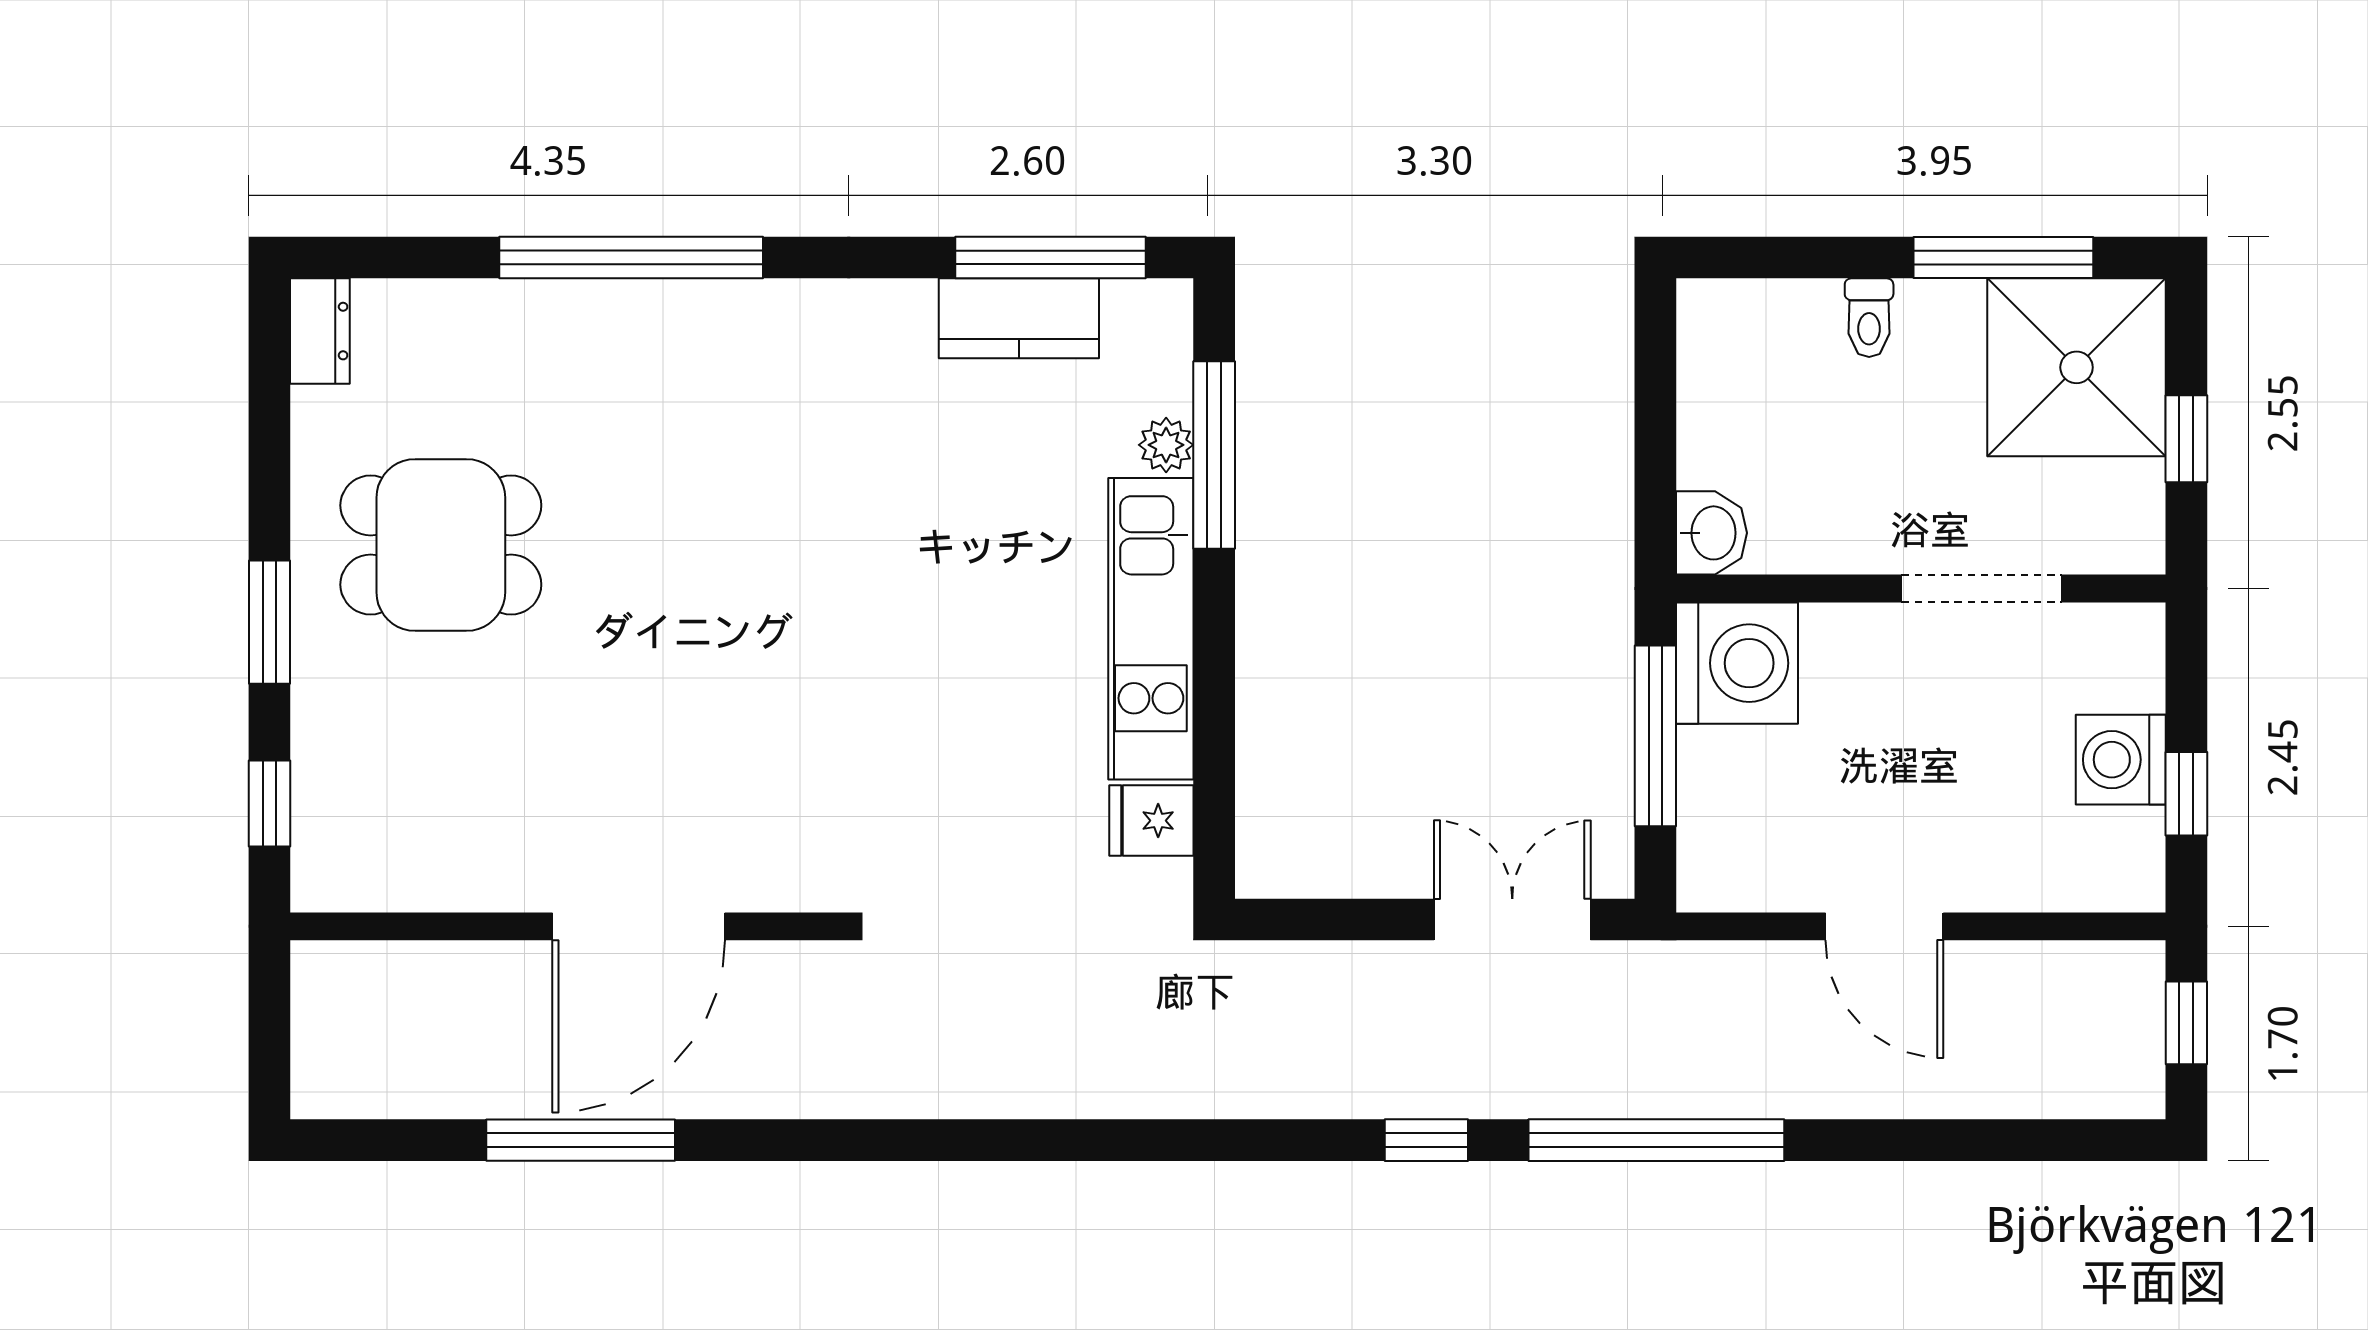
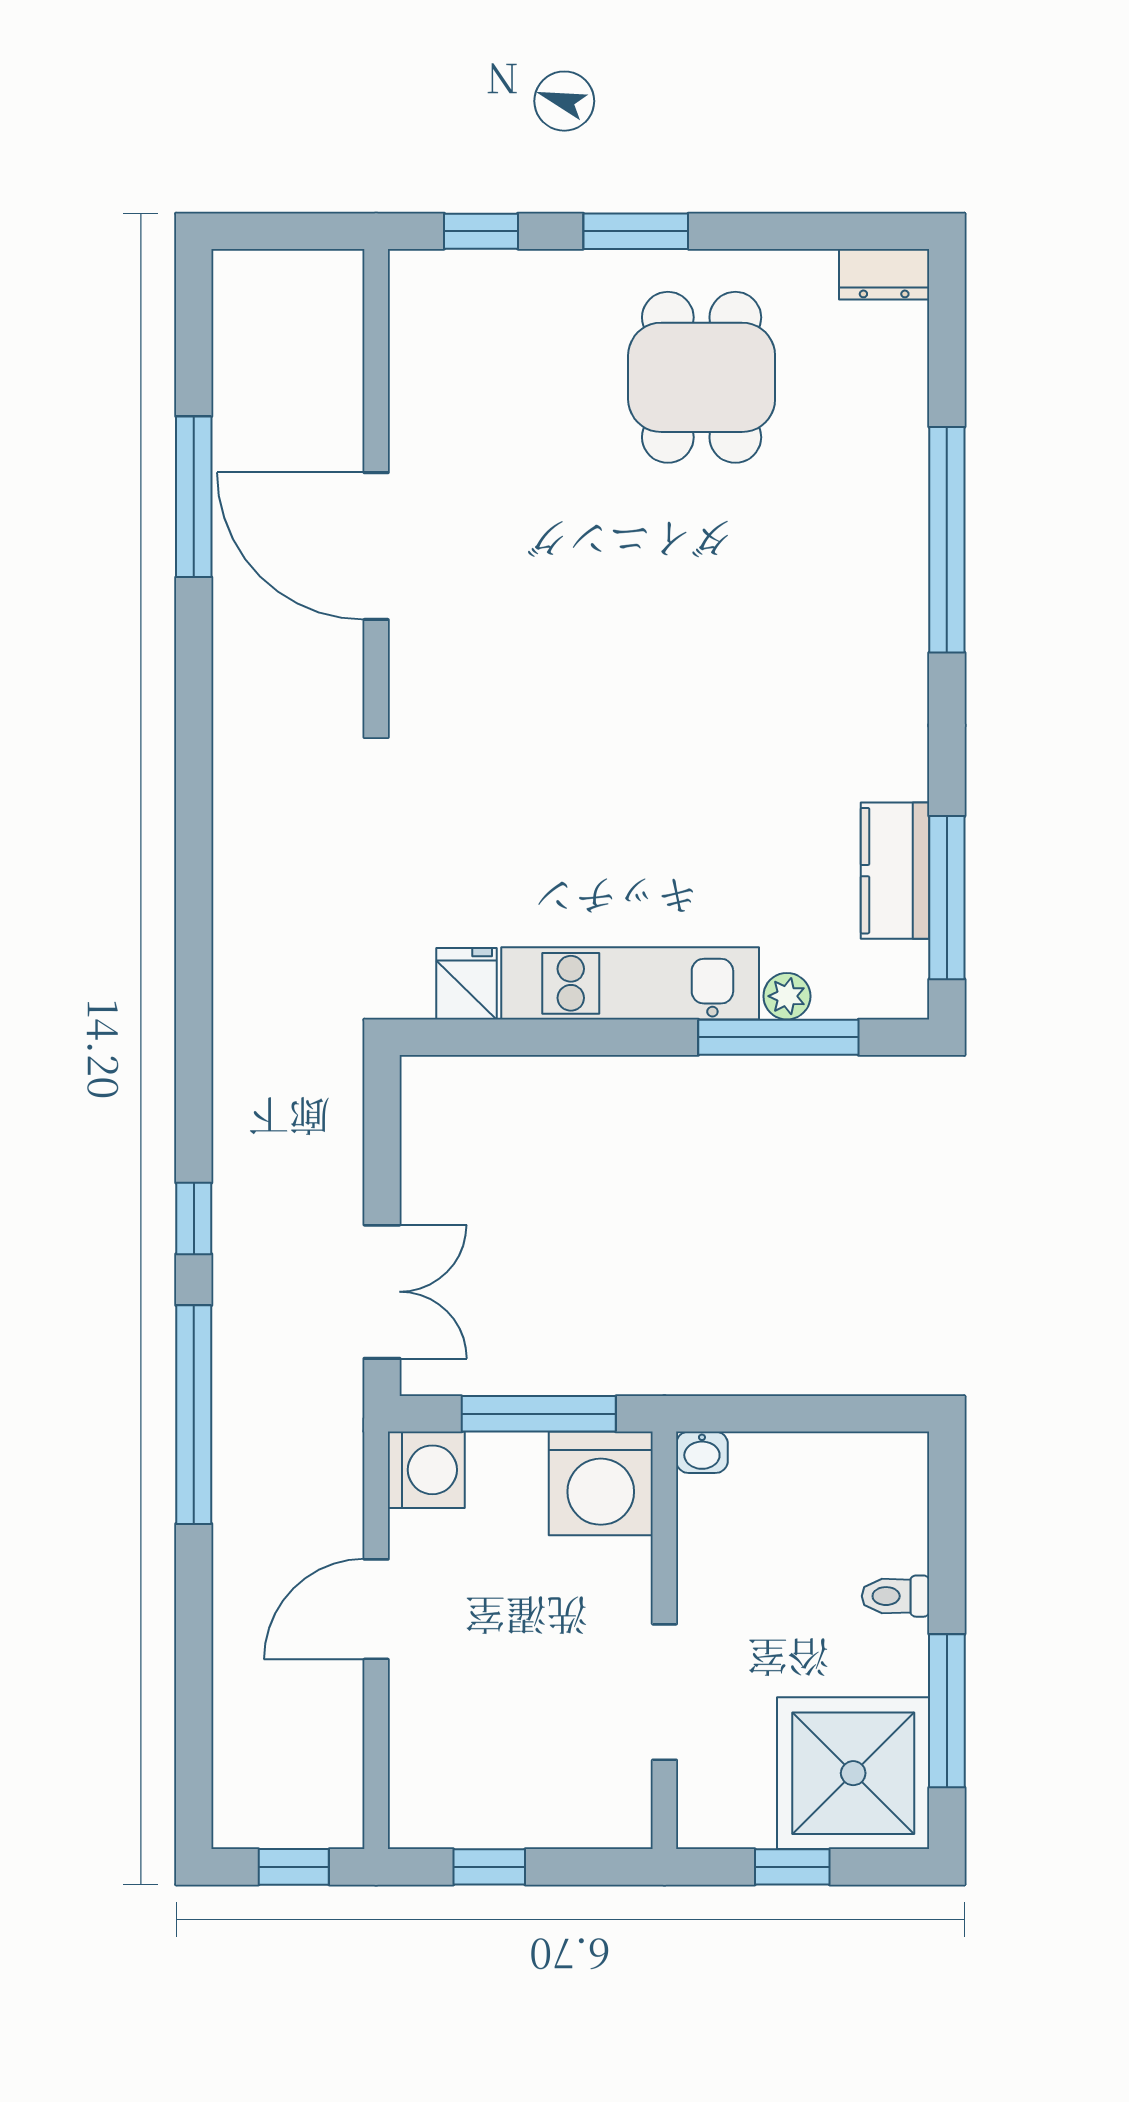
washbasin: (1711, 533) -> (702, 1452), width x0.72, depth x0.69
washing machine: (2121, 760) -> (426, 1470), moved, turned 90

